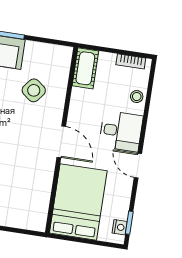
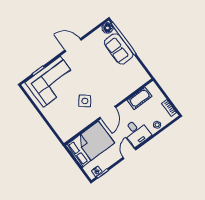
cot: (85, 68) -> (140, 98), moved
side table: (34, 90) -> (85, 101), moved

